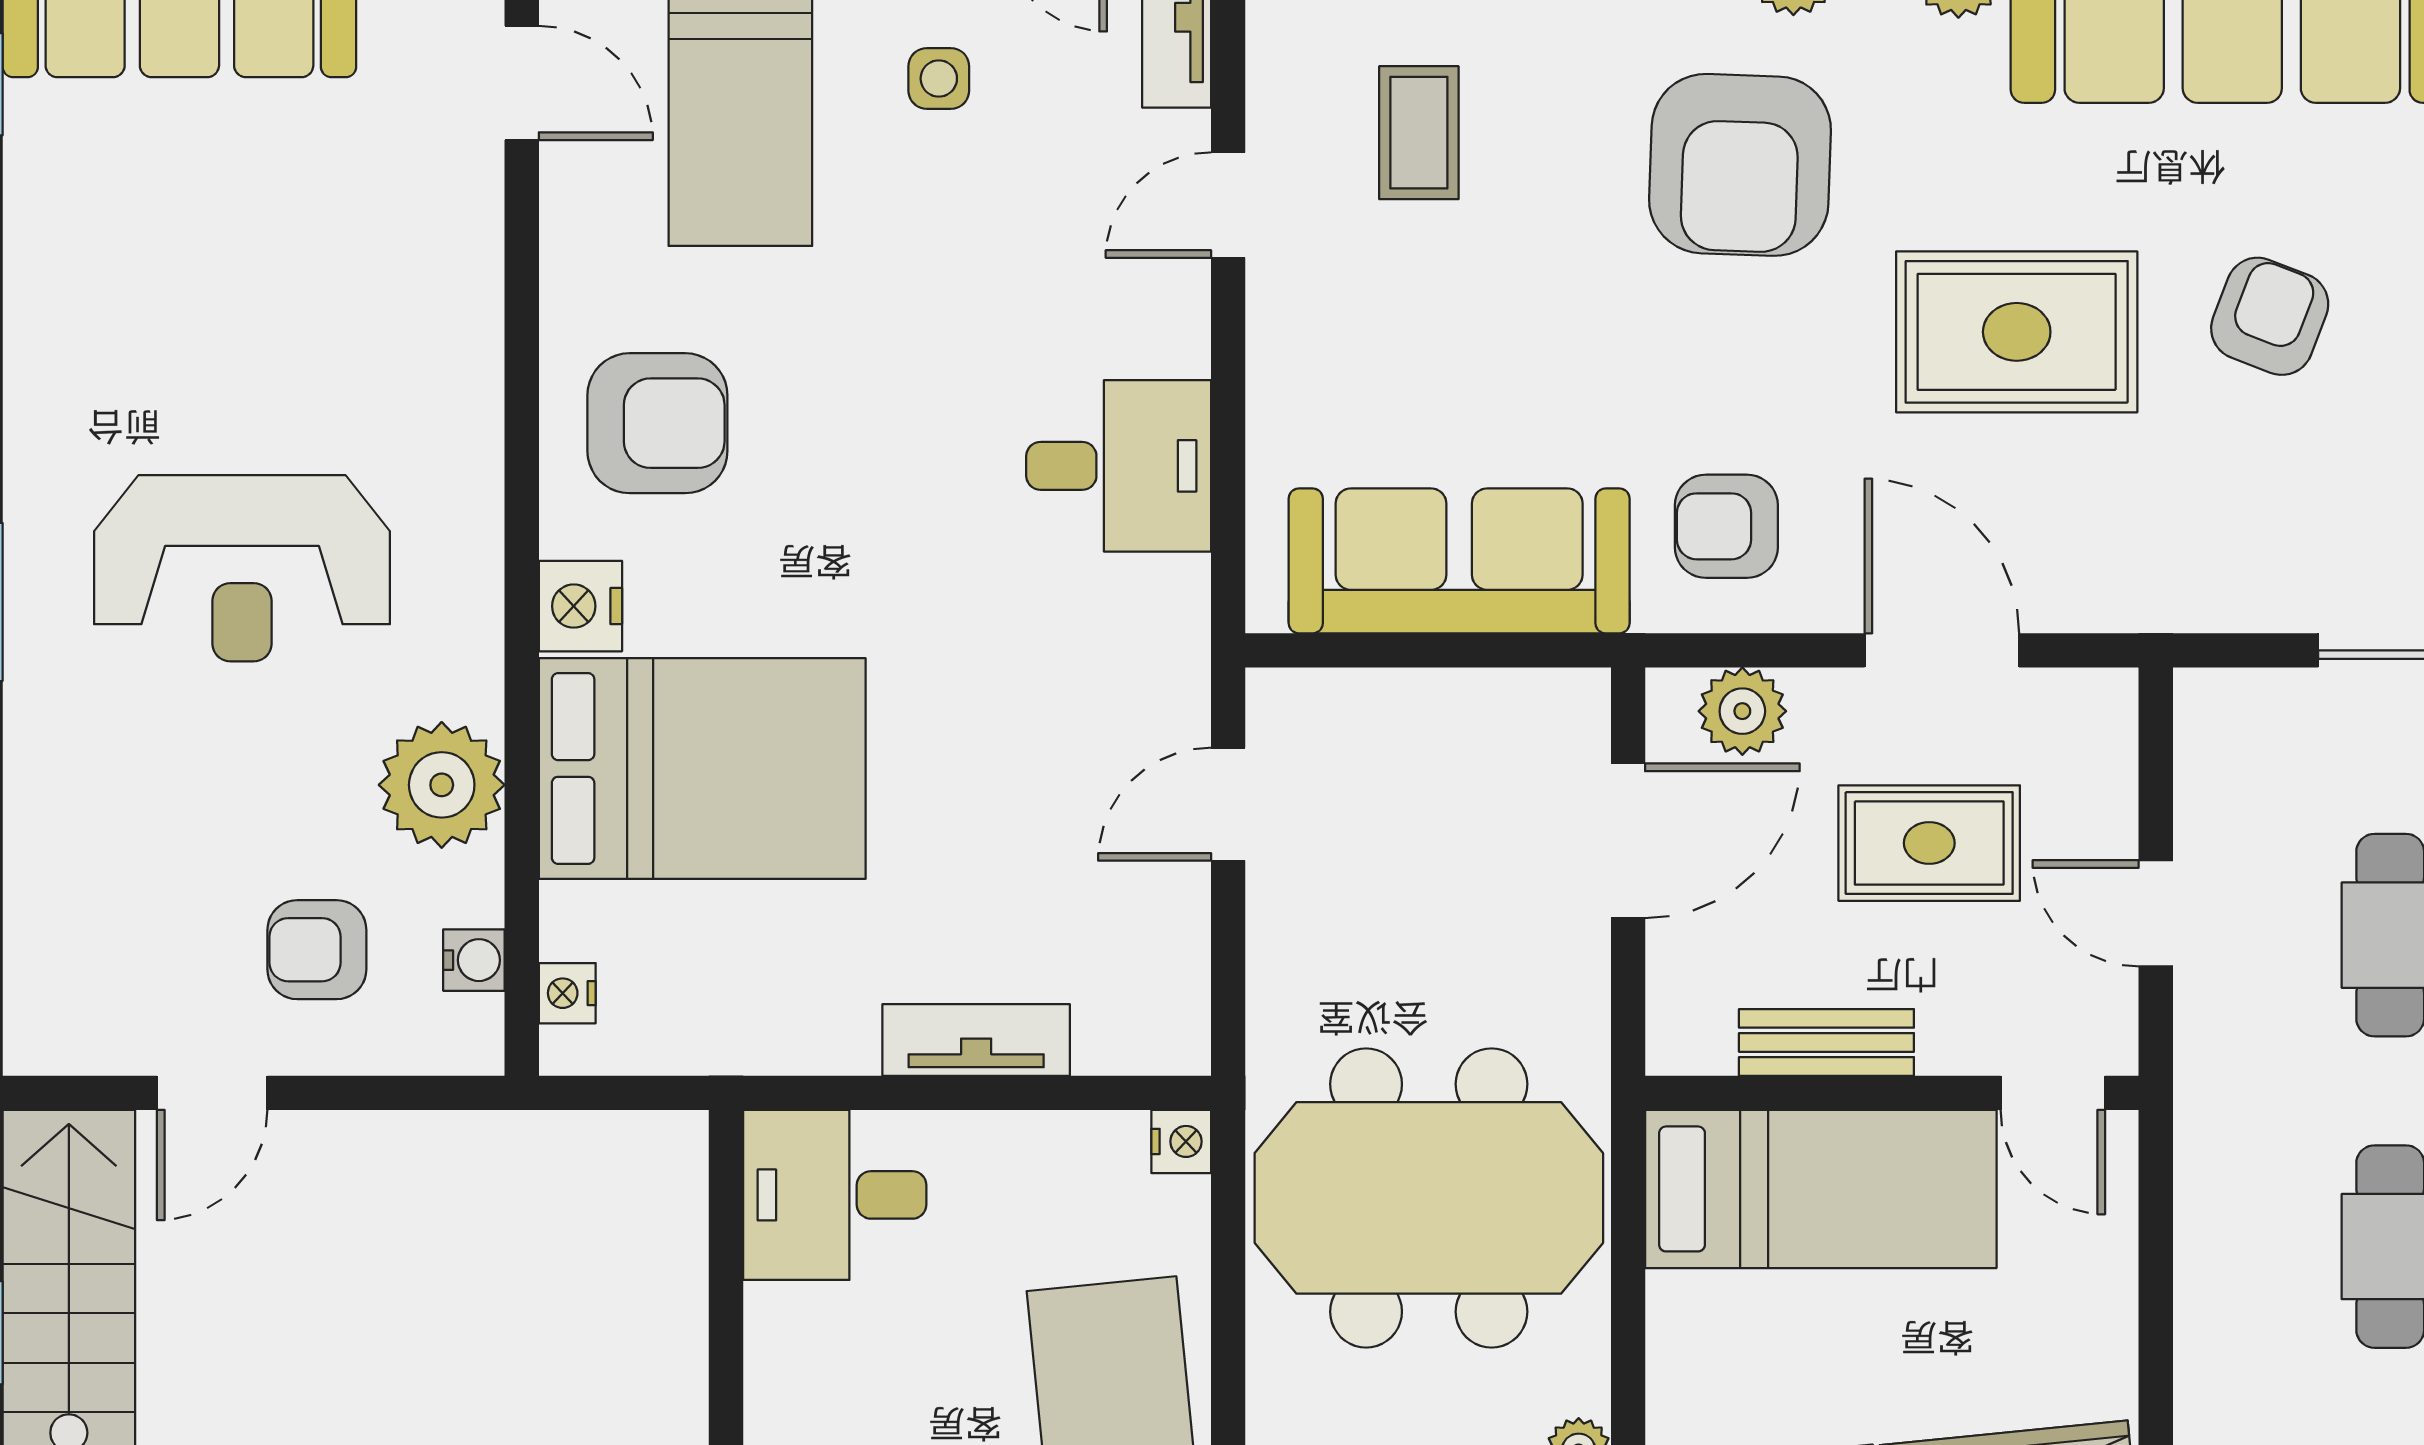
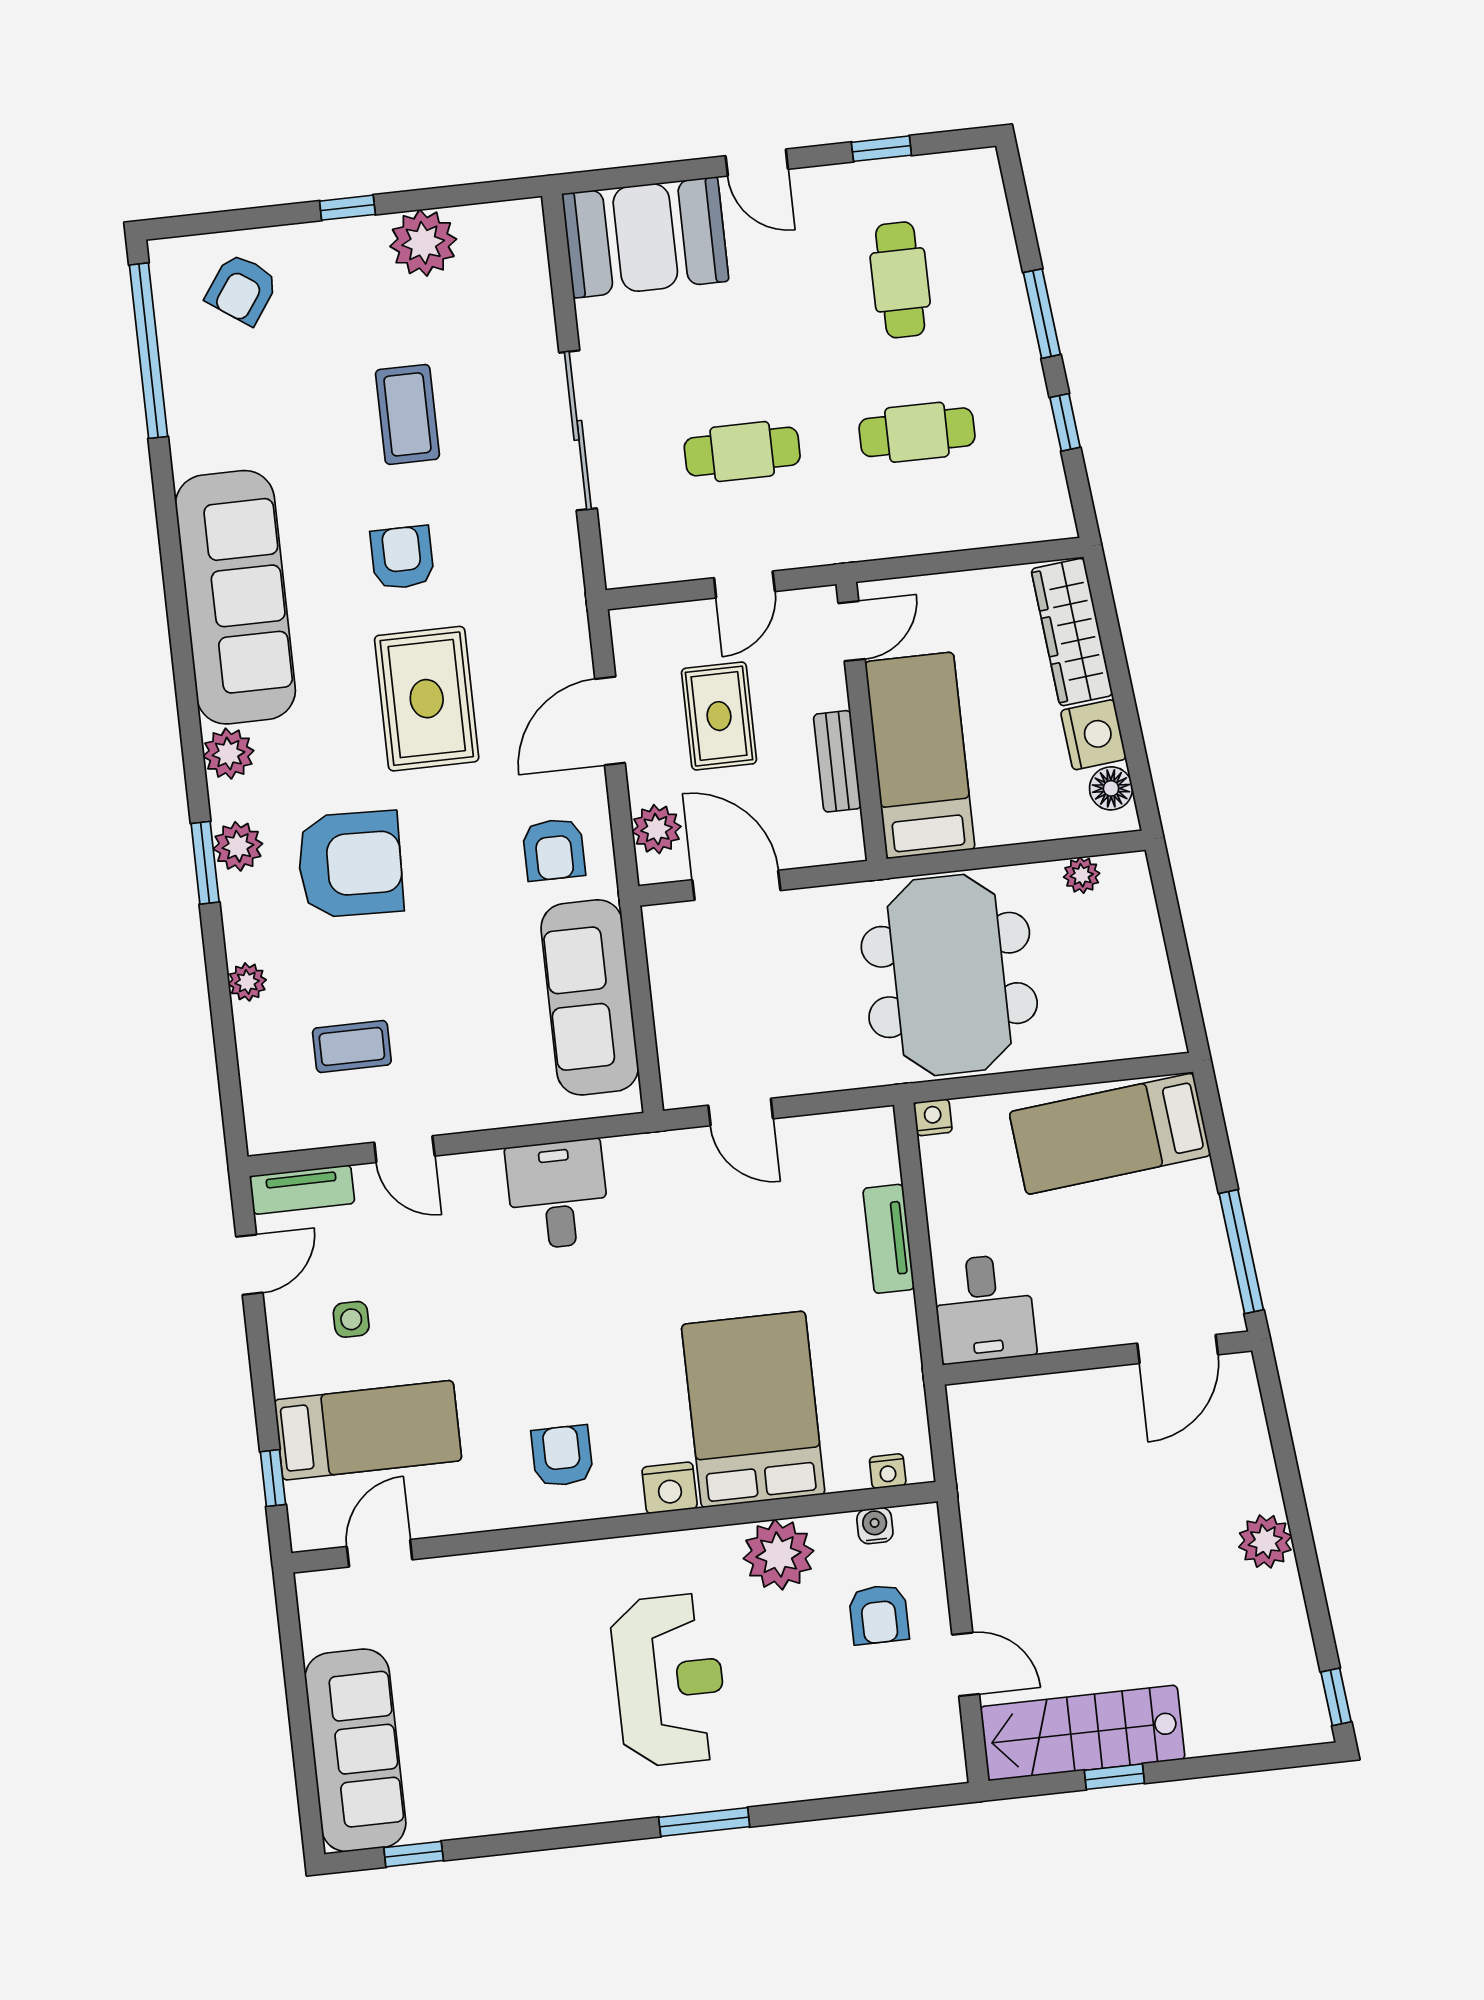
armchair: (2270, 316) -> (402, 558), turned 69
armchair: (657, 423) -> (562, 1456), width x0.72, depth x0.72

